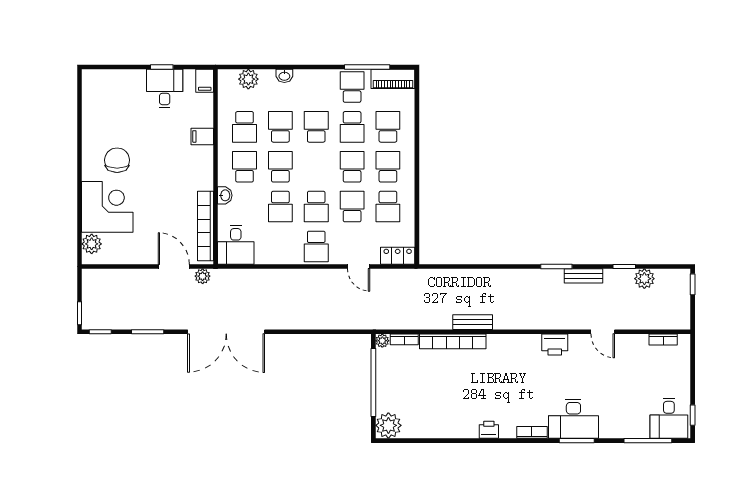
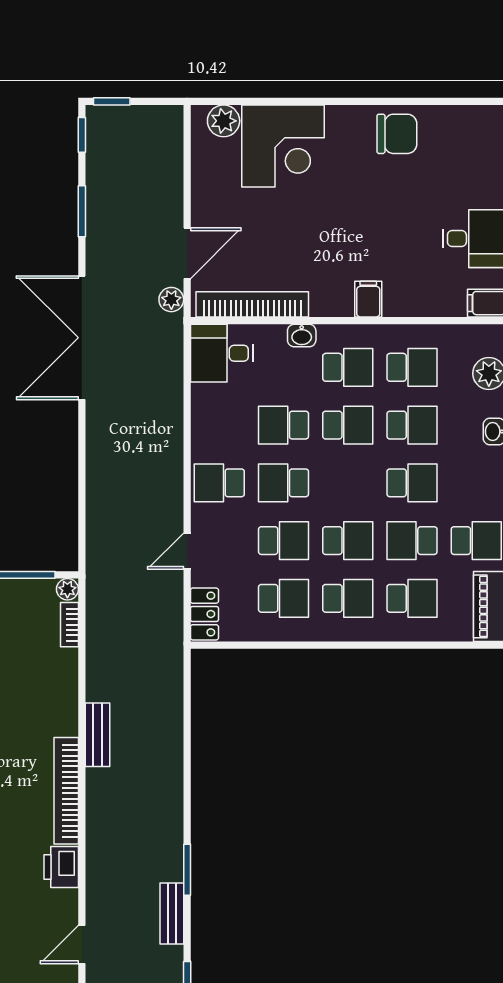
school desk: (245, 127) -> (412, 367), turned 180
filing cabinet: (202, 136) -> (368, 299), moved
chair: (117, 160) -> (397, 134), moved
school desk: (388, 207) -> (284, 598), turned 180
bookcase: (453, 341) -> (66, 791), moved

